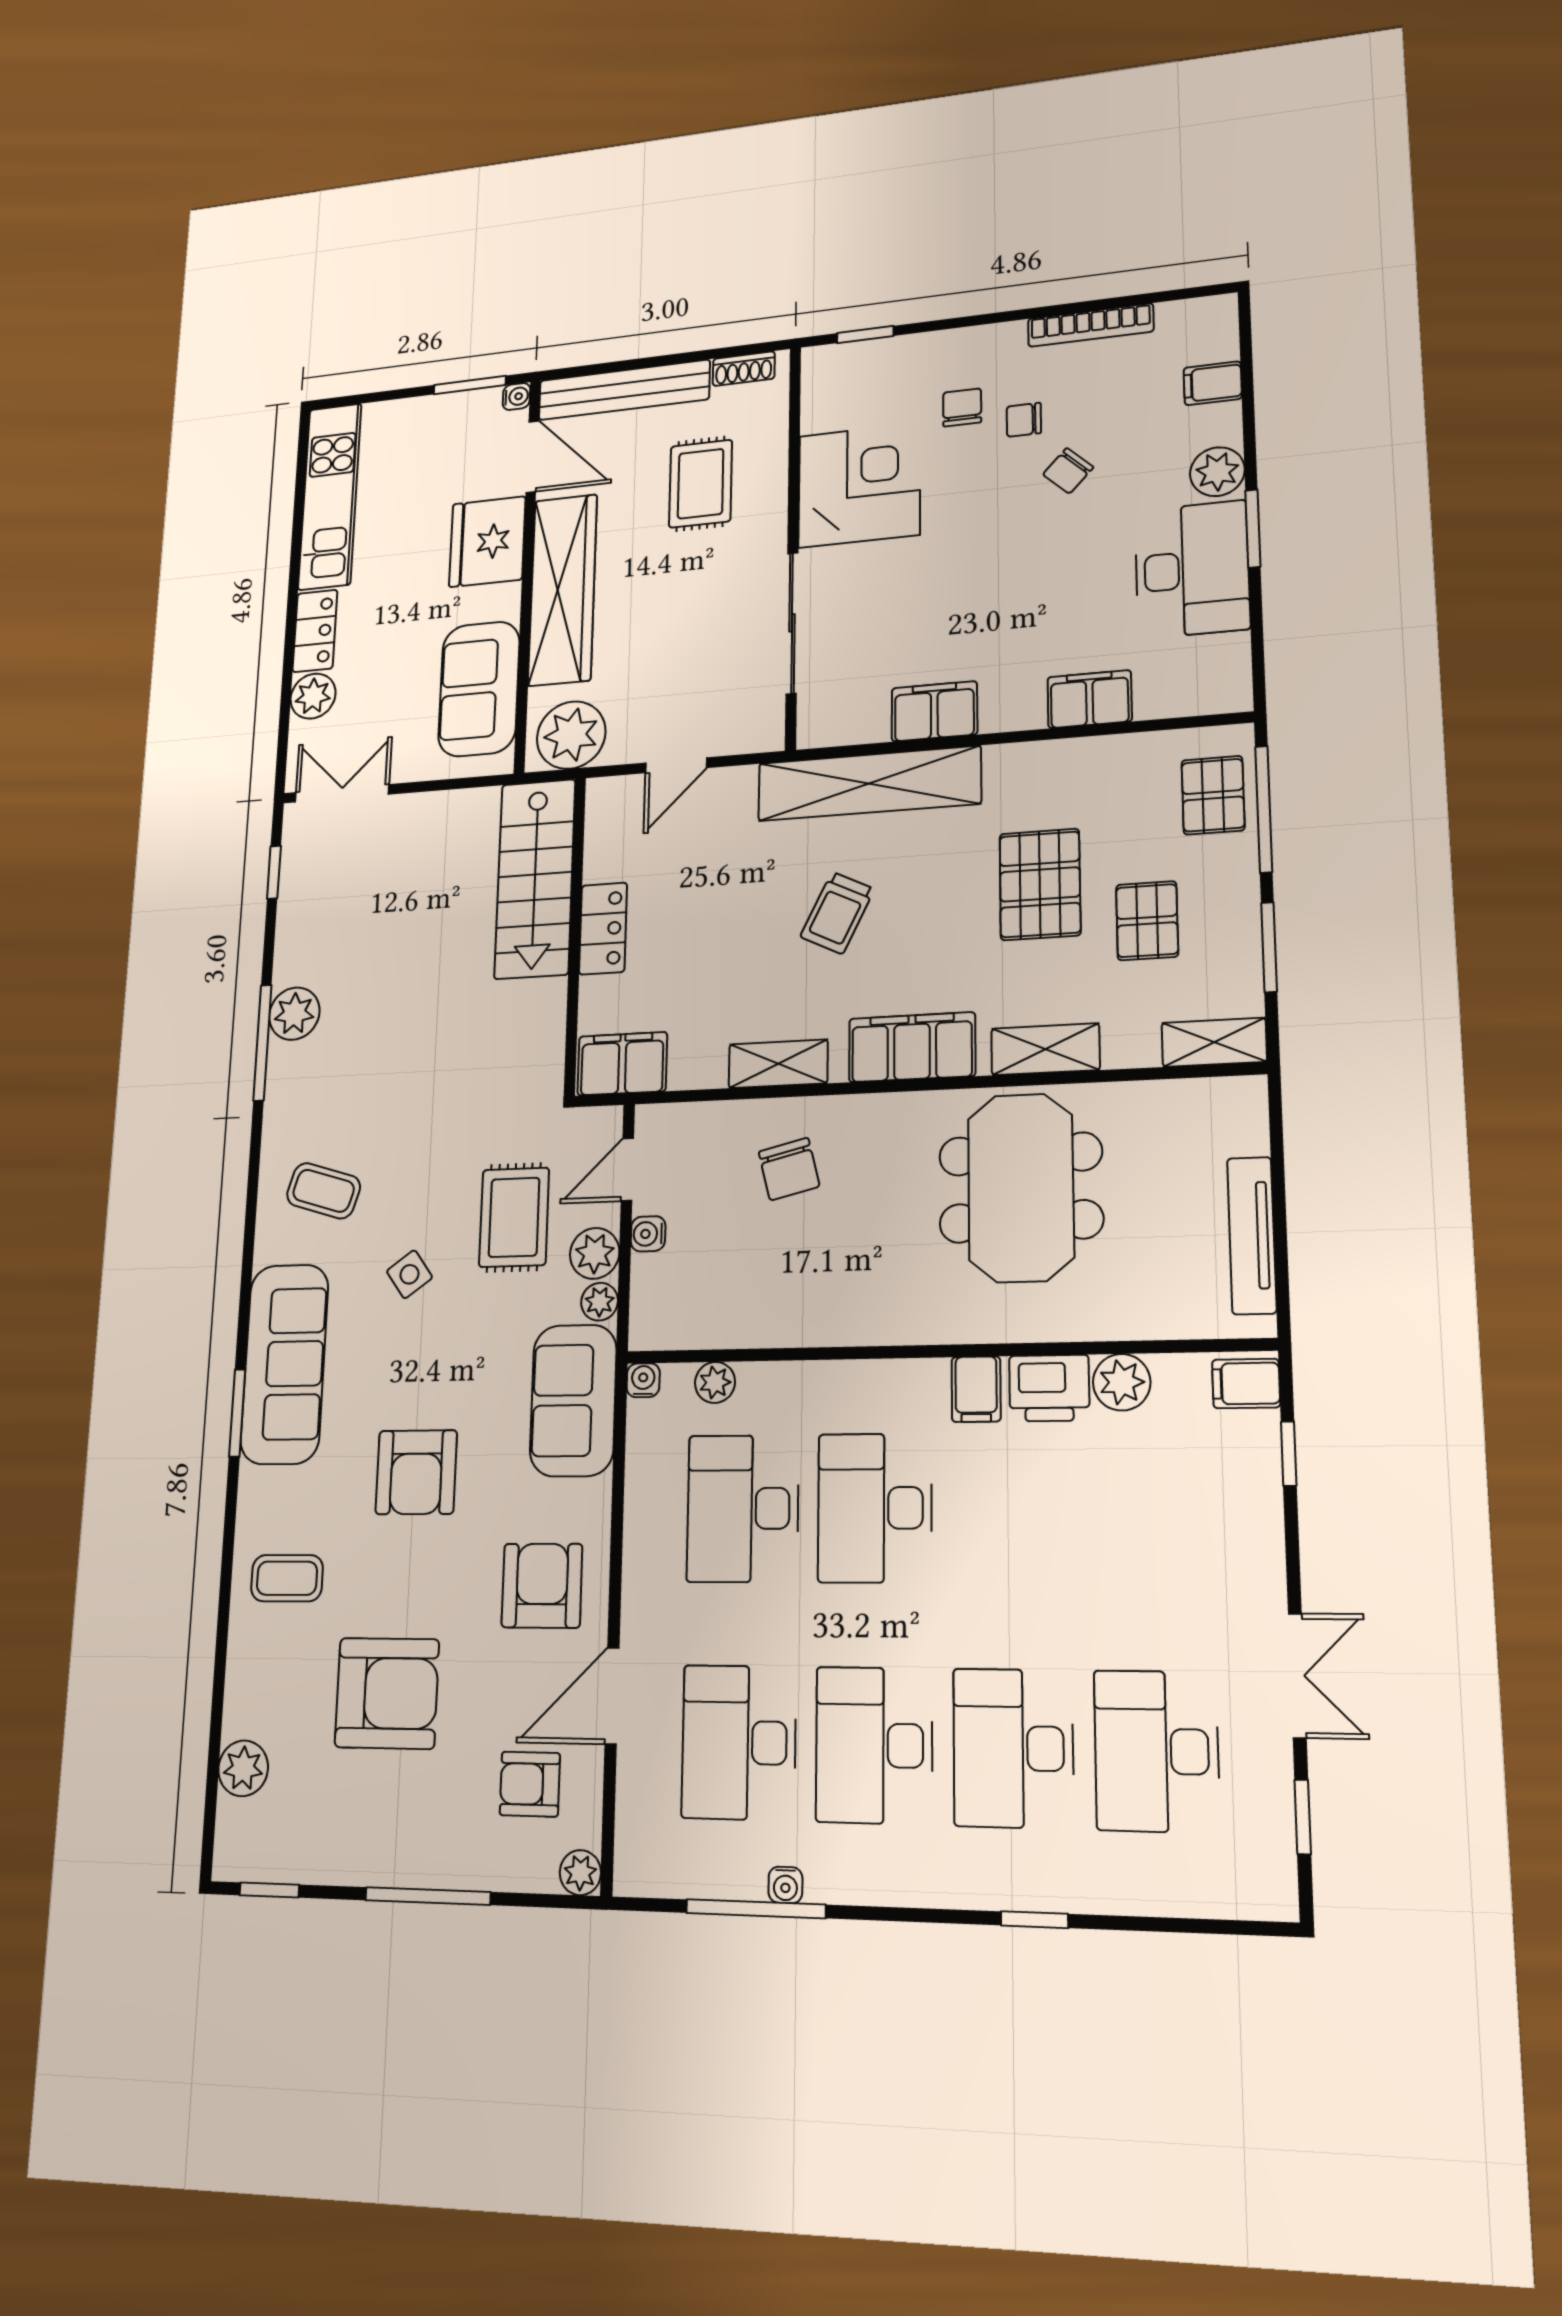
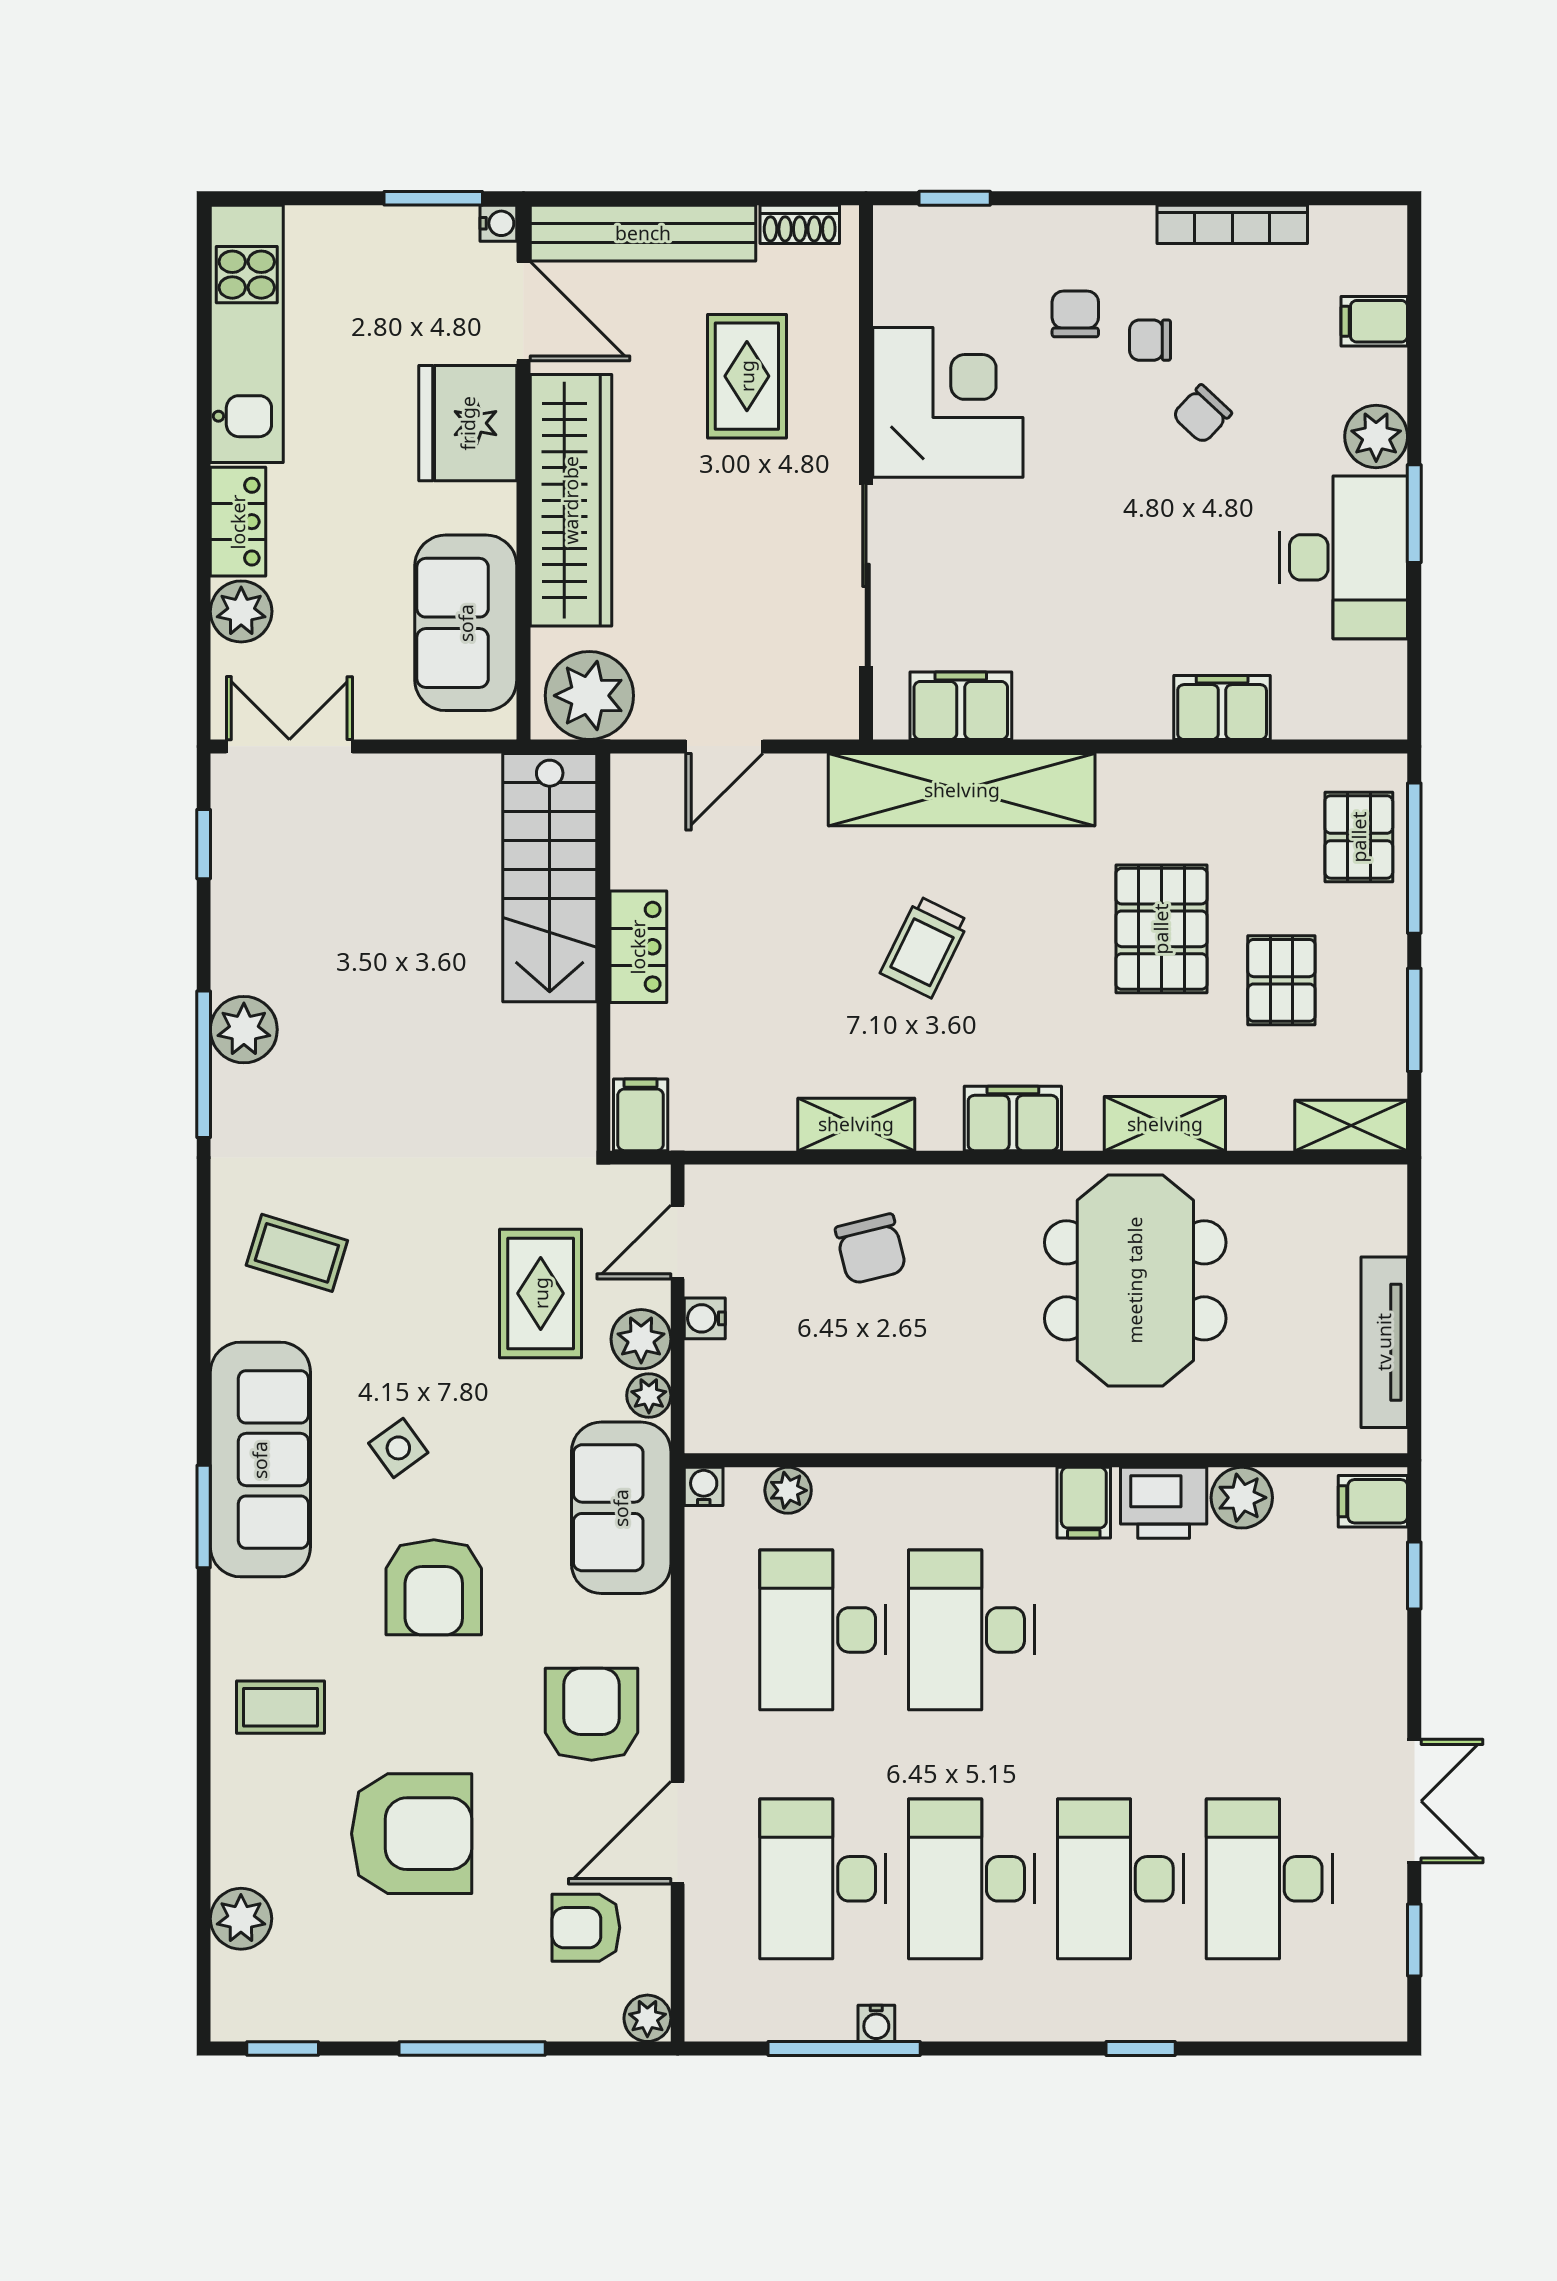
filing cabinet: (934, 711) -> (961, 706), moved
filing cabinet: (912, 1047) -> (1013, 1118), width x0.67, depth x0.86
filing cabinet: (622, 1064) -> (641, 1115), width x0.50
side table: (409, 1274) -> (398, 1448), moved

